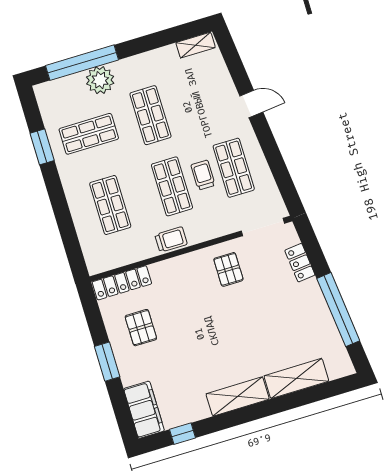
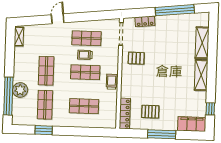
shop shelf: (150, 115) -> (46, 71), turned 90
window: (107, 362) -> (162, 134), width x1.44

